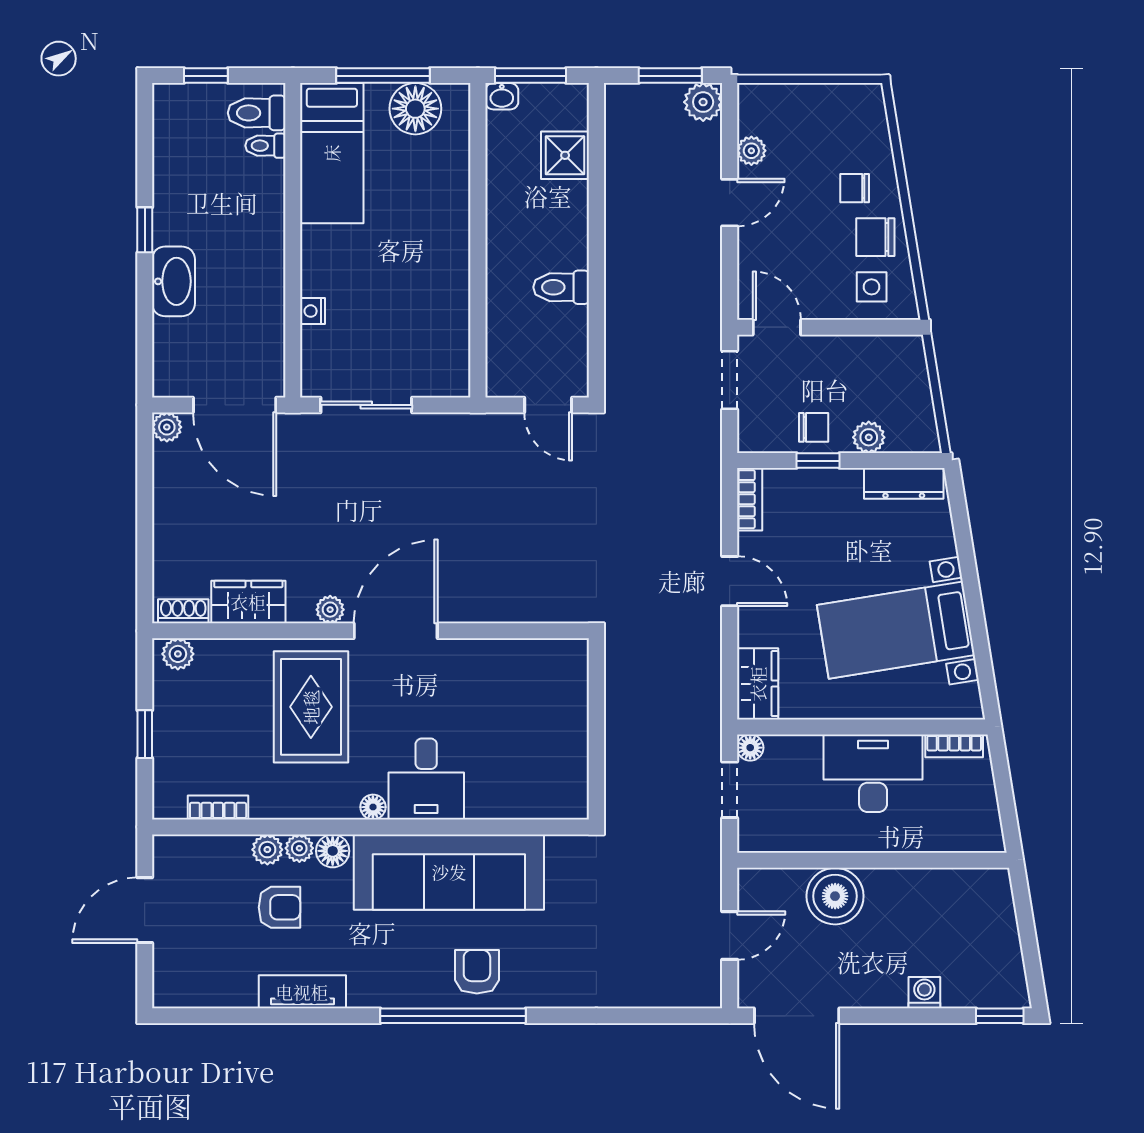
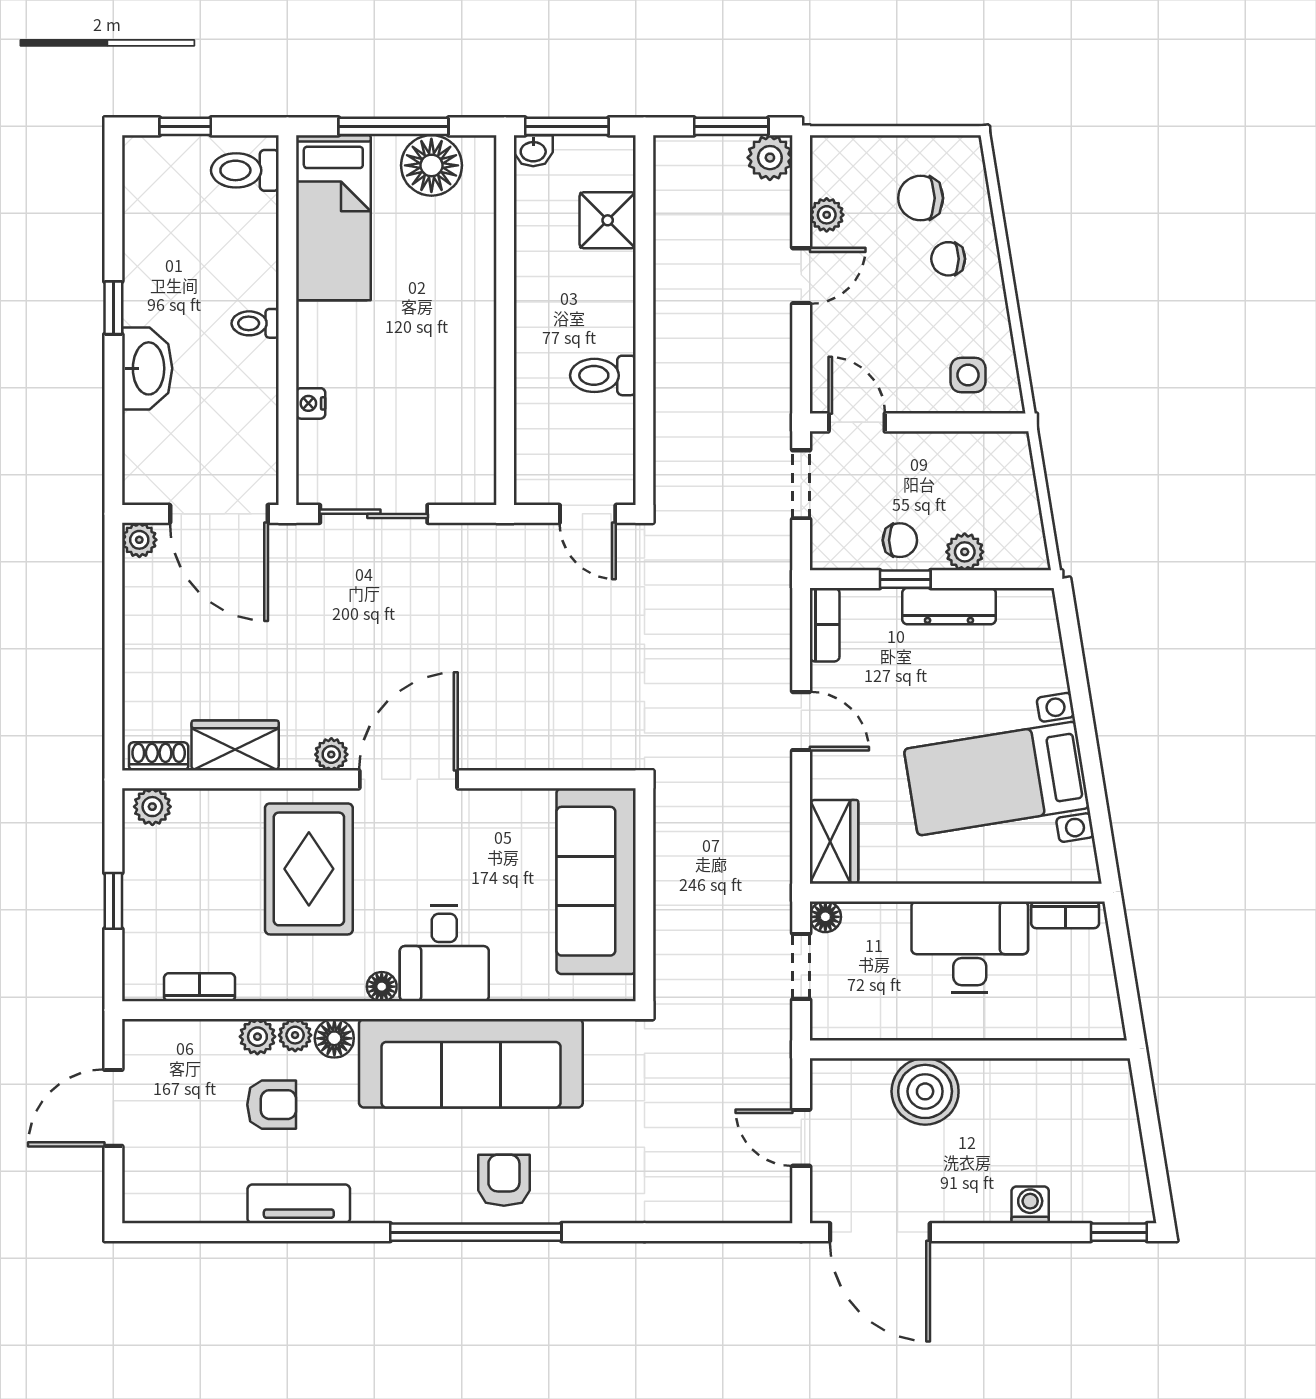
toilet: (265, 146) -> (255, 323), moved
chair: (875, 237) -> (921, 198), moved
dresser: (904, 483) -> (949, 606), moved
sofa: (555, 717) -> (596, 881), added
door: (730, 936) -> (801, 1138), swing flipped

